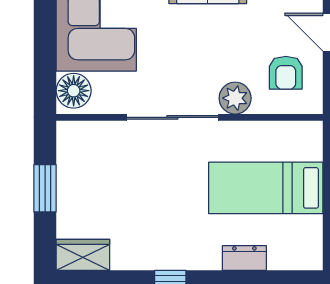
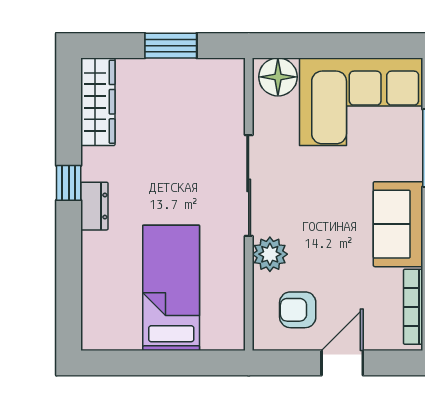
wardrobe: (83, 255) -> (98, 102), width x1.50
dresser: (244, 258) -> (94, 206), moved

